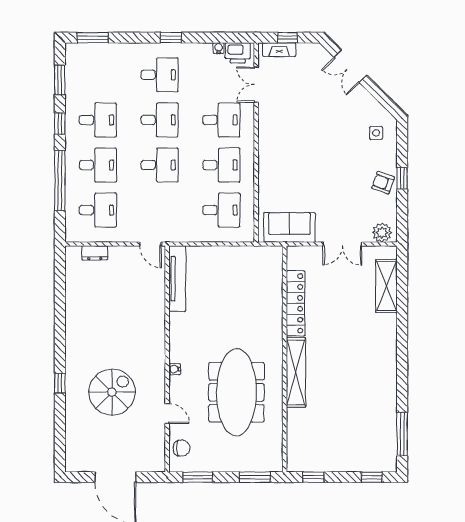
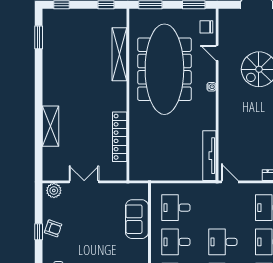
sofa: (289, 227) -> (137, 219), moved, turned 90
shelving: (386, 286) -> (51, 126), moved
shelving: (296, 372) -> (119, 54), moved
meeting table: (236, 392) -> (164, 69), width x1.36, depth x1.27
window: (402, 434) -> (39, 37), width x0.69

